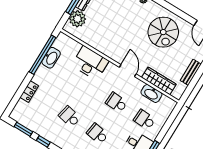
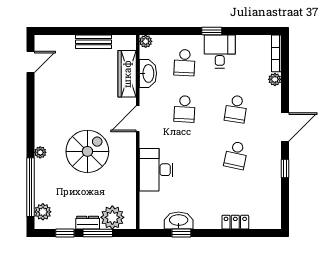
spiral stairs: (163, 32) -> (87, 151), moved
window: (43, 55) -> (181, 233), width x0.32
plant: (172, 104) -> (146, 41), added
window: (23, 129) -> (285, 201), removed

